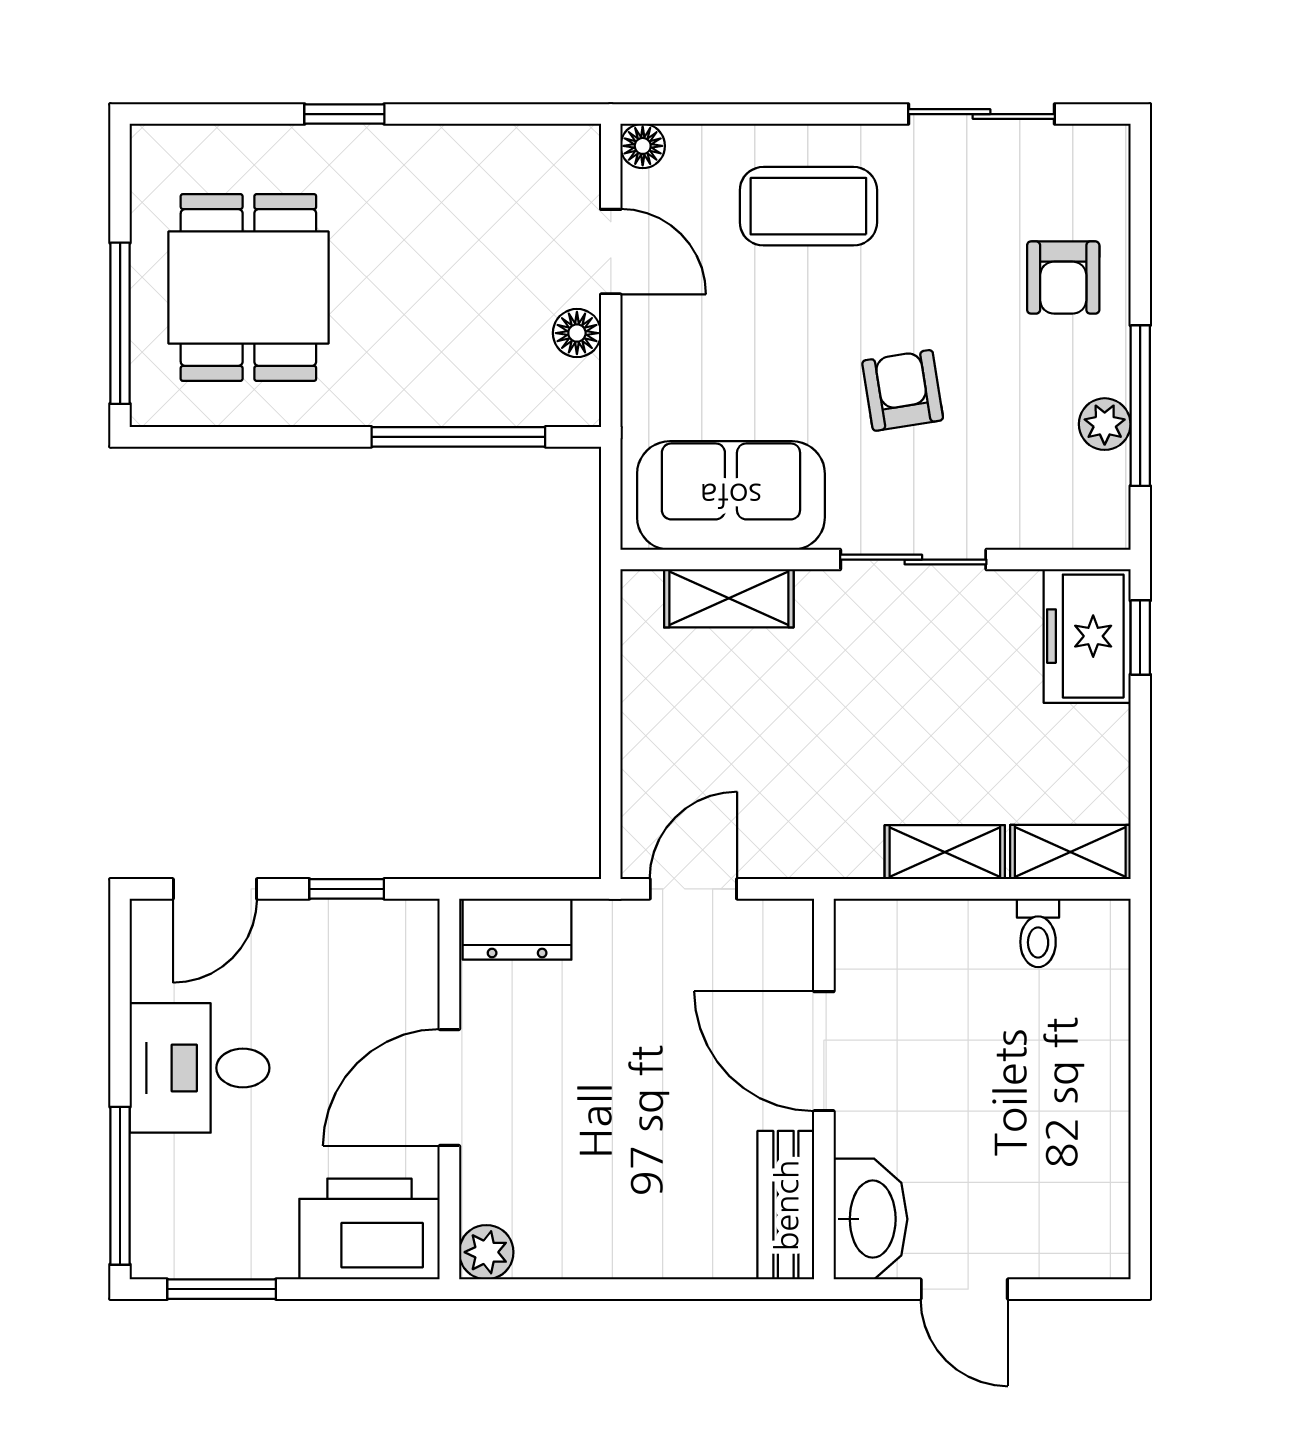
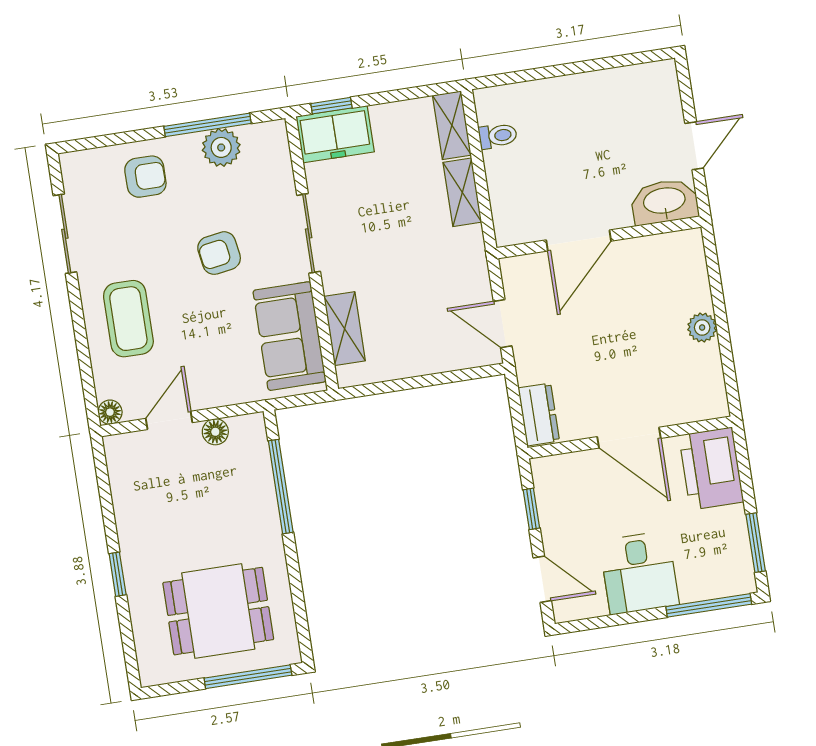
plant: (1105, 424) -> (221, 147), width x1.38, depth x1.38
bench: (786, 1205) -> (664, 248), removed
plant: (486, 1252) -> (702, 328), moved

